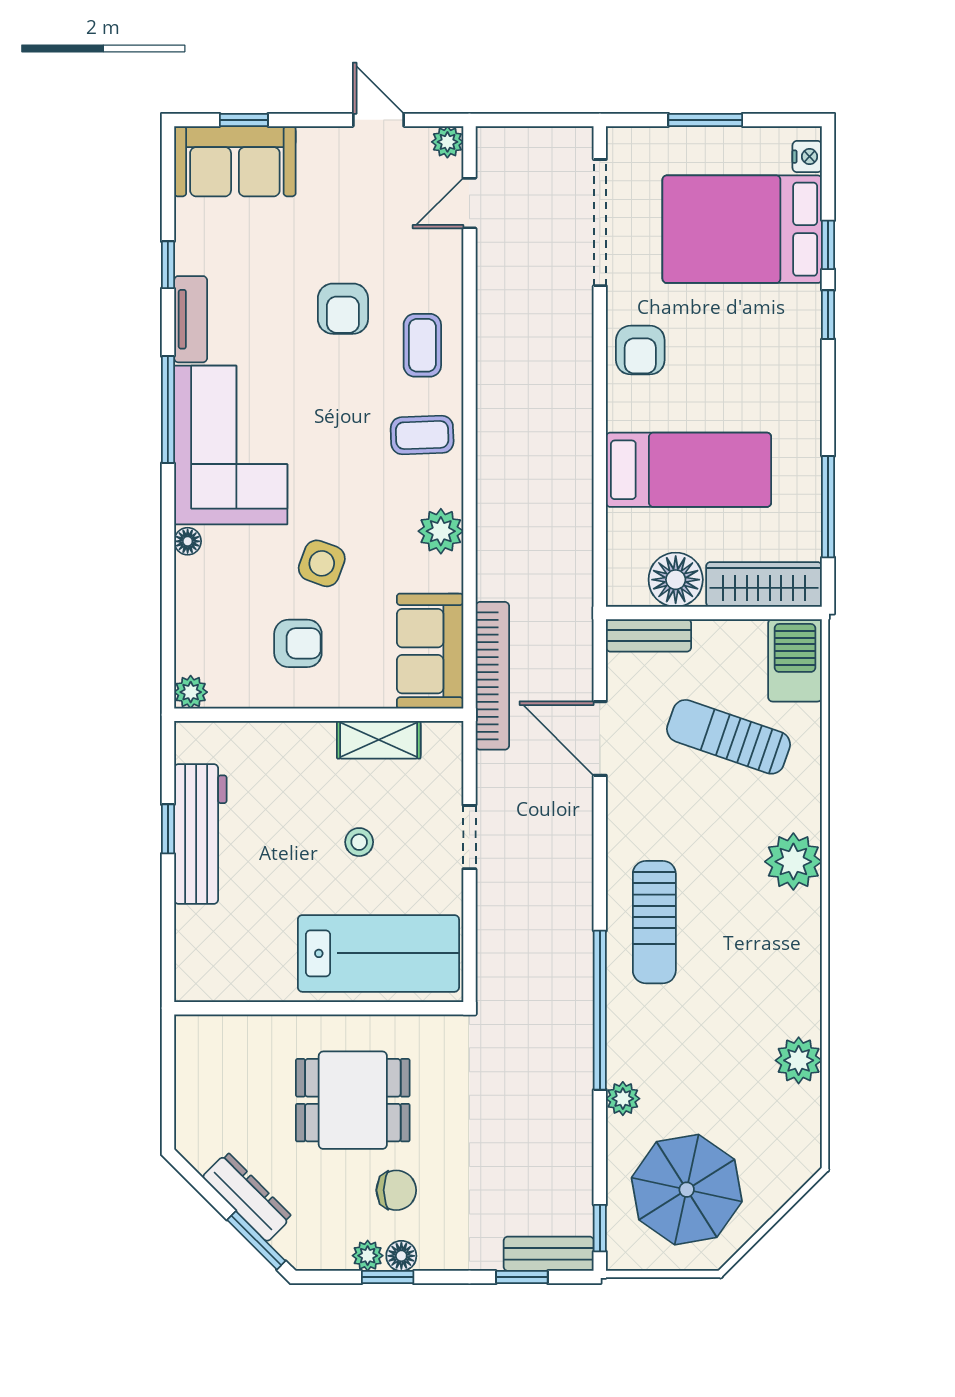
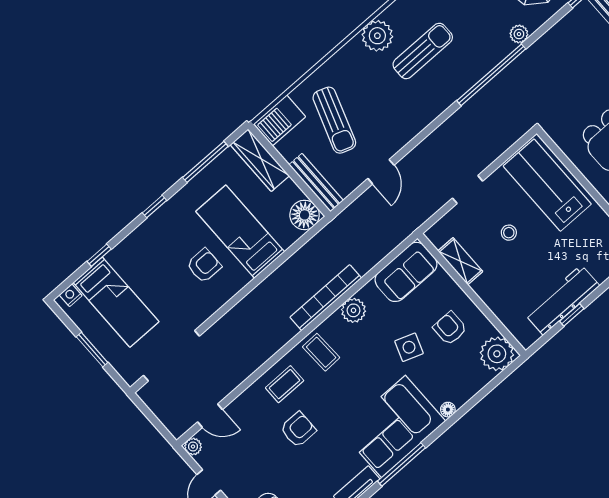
bed: (742, 229) -> (116, 302), width x0.67
window: (828, 315) -> (154, 207), moved
armchair: (640, 350) -> (204, 265), moved
floor lamp: (676, 580) -> (305, 215), moved
bench: (649, 635) -> (316, 183), width x1.36
bookcase: (492, 676) -> (326, 298), moved
plant: (191, 692) -> (497, 354), width x1.88, depth x1.88
door: (600, 738) -> (381, 172), width x0.73
plant: (793, 862) -> (377, 36), moved
sun lounger: (654, 922) -> (423, 51), moved

